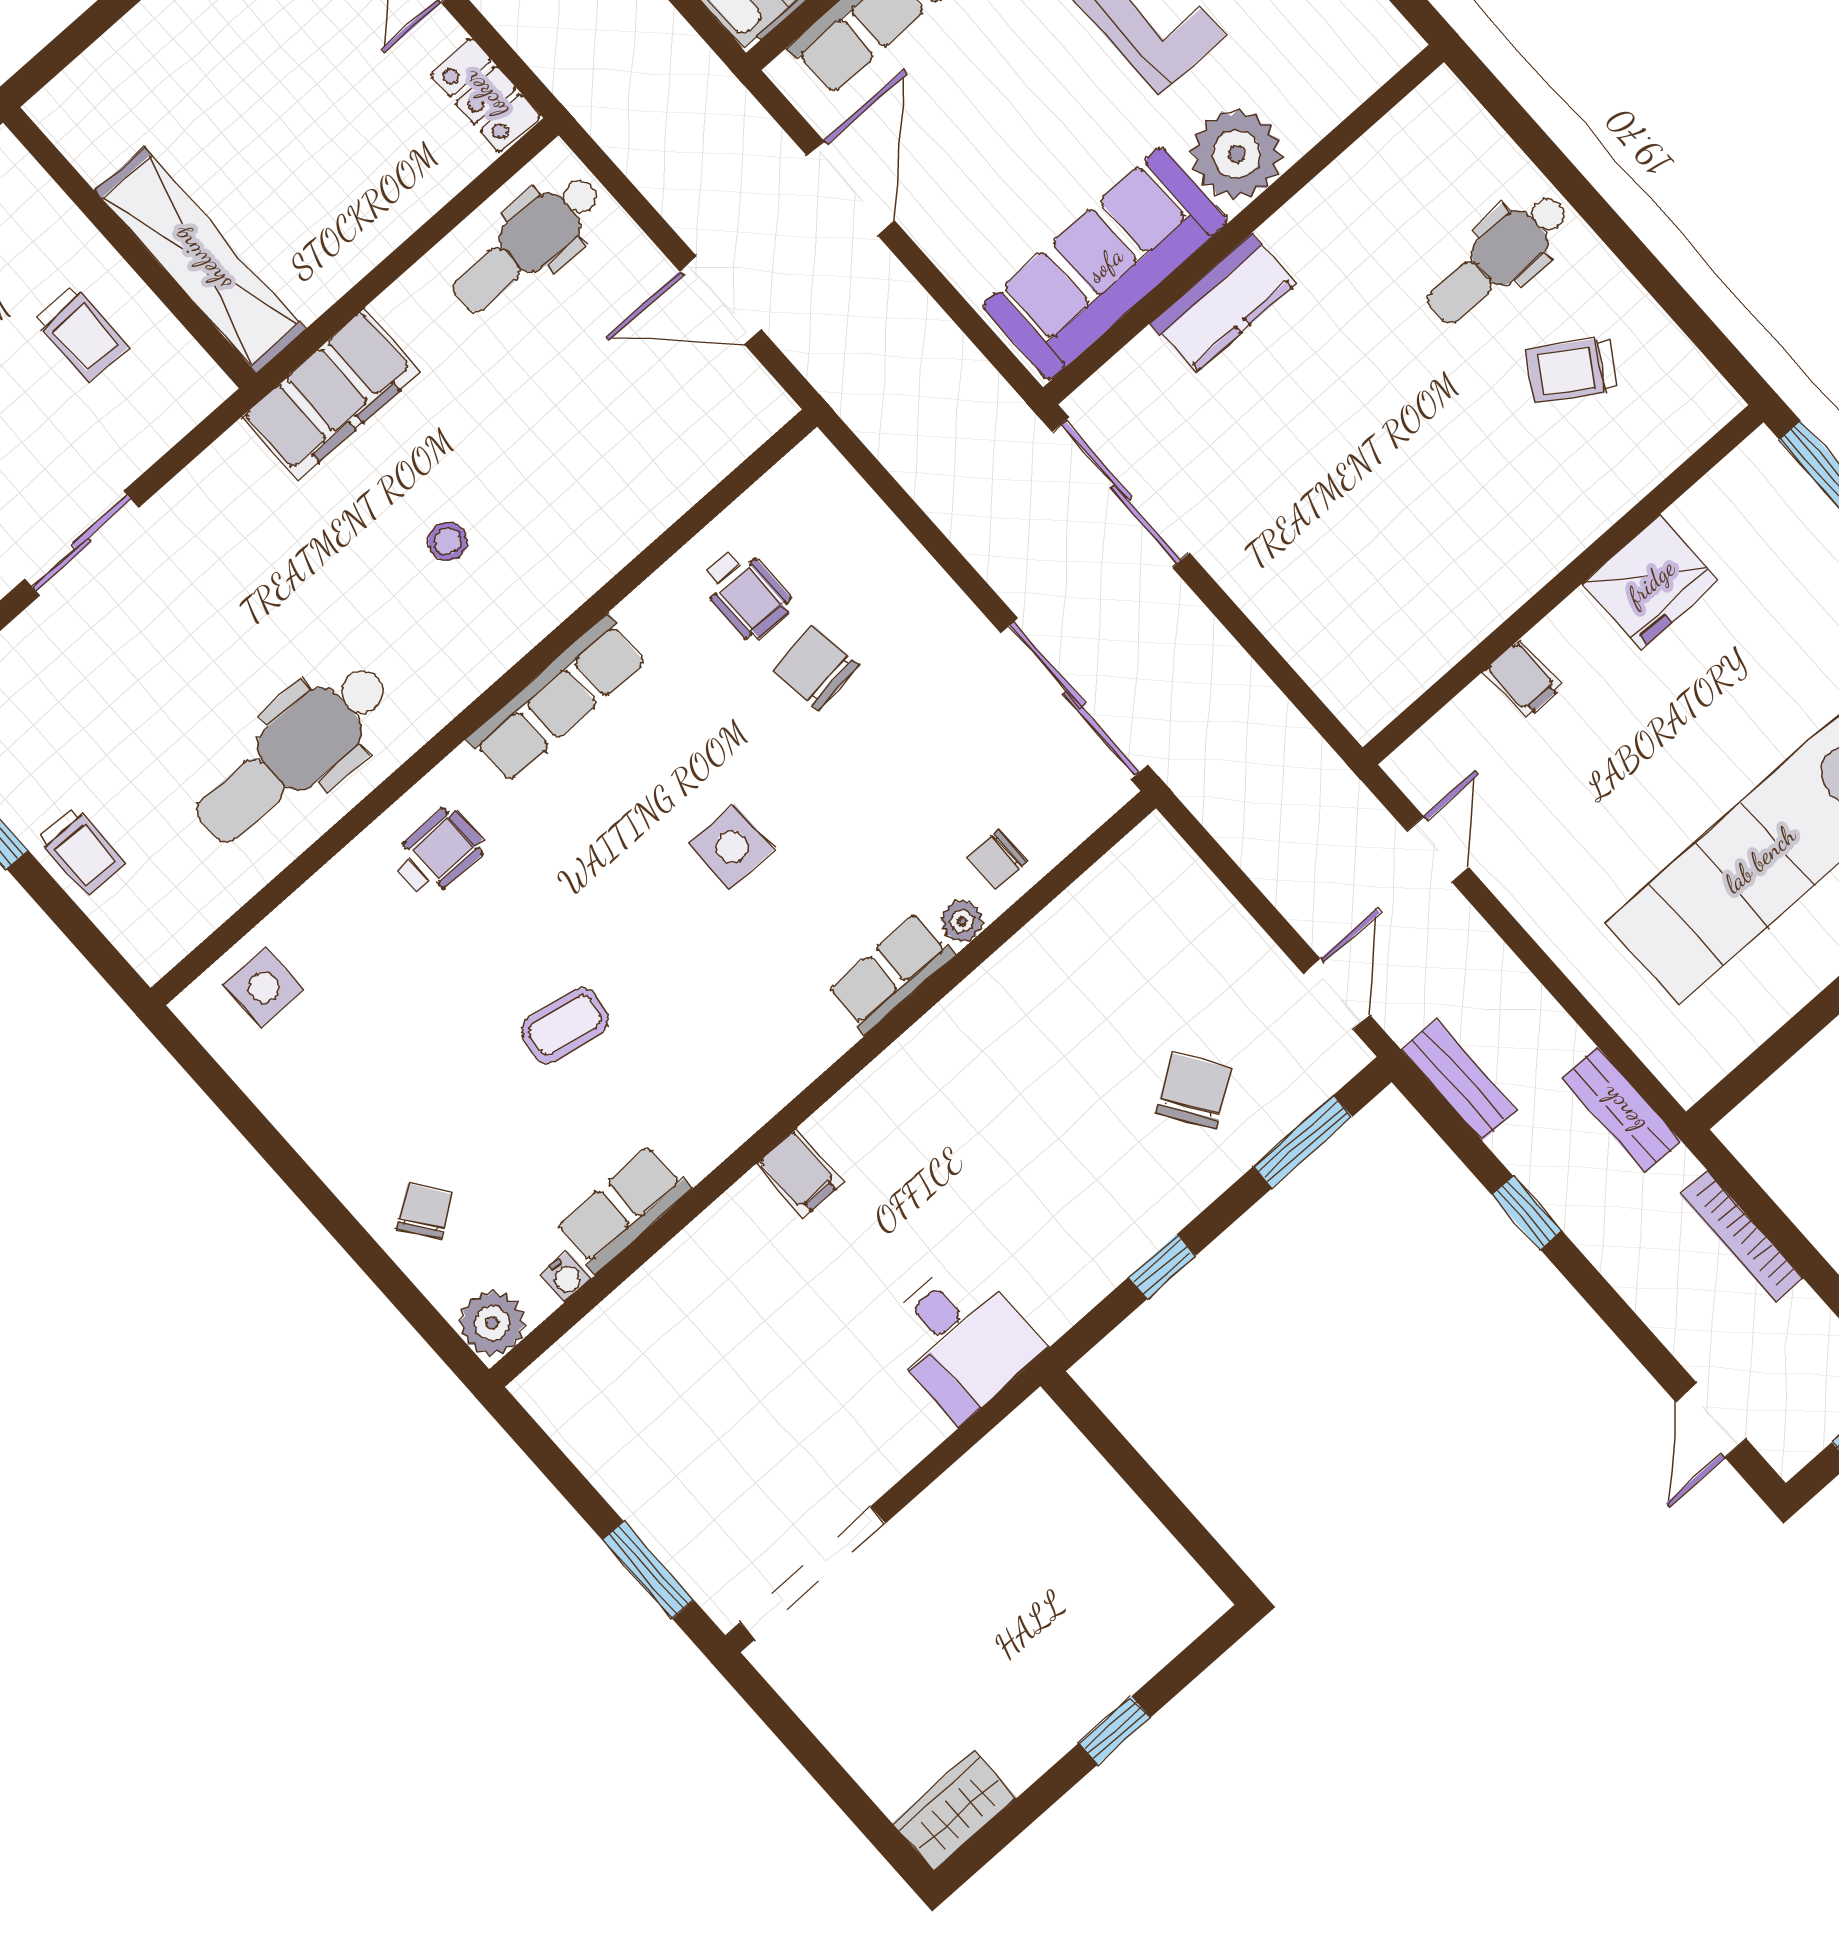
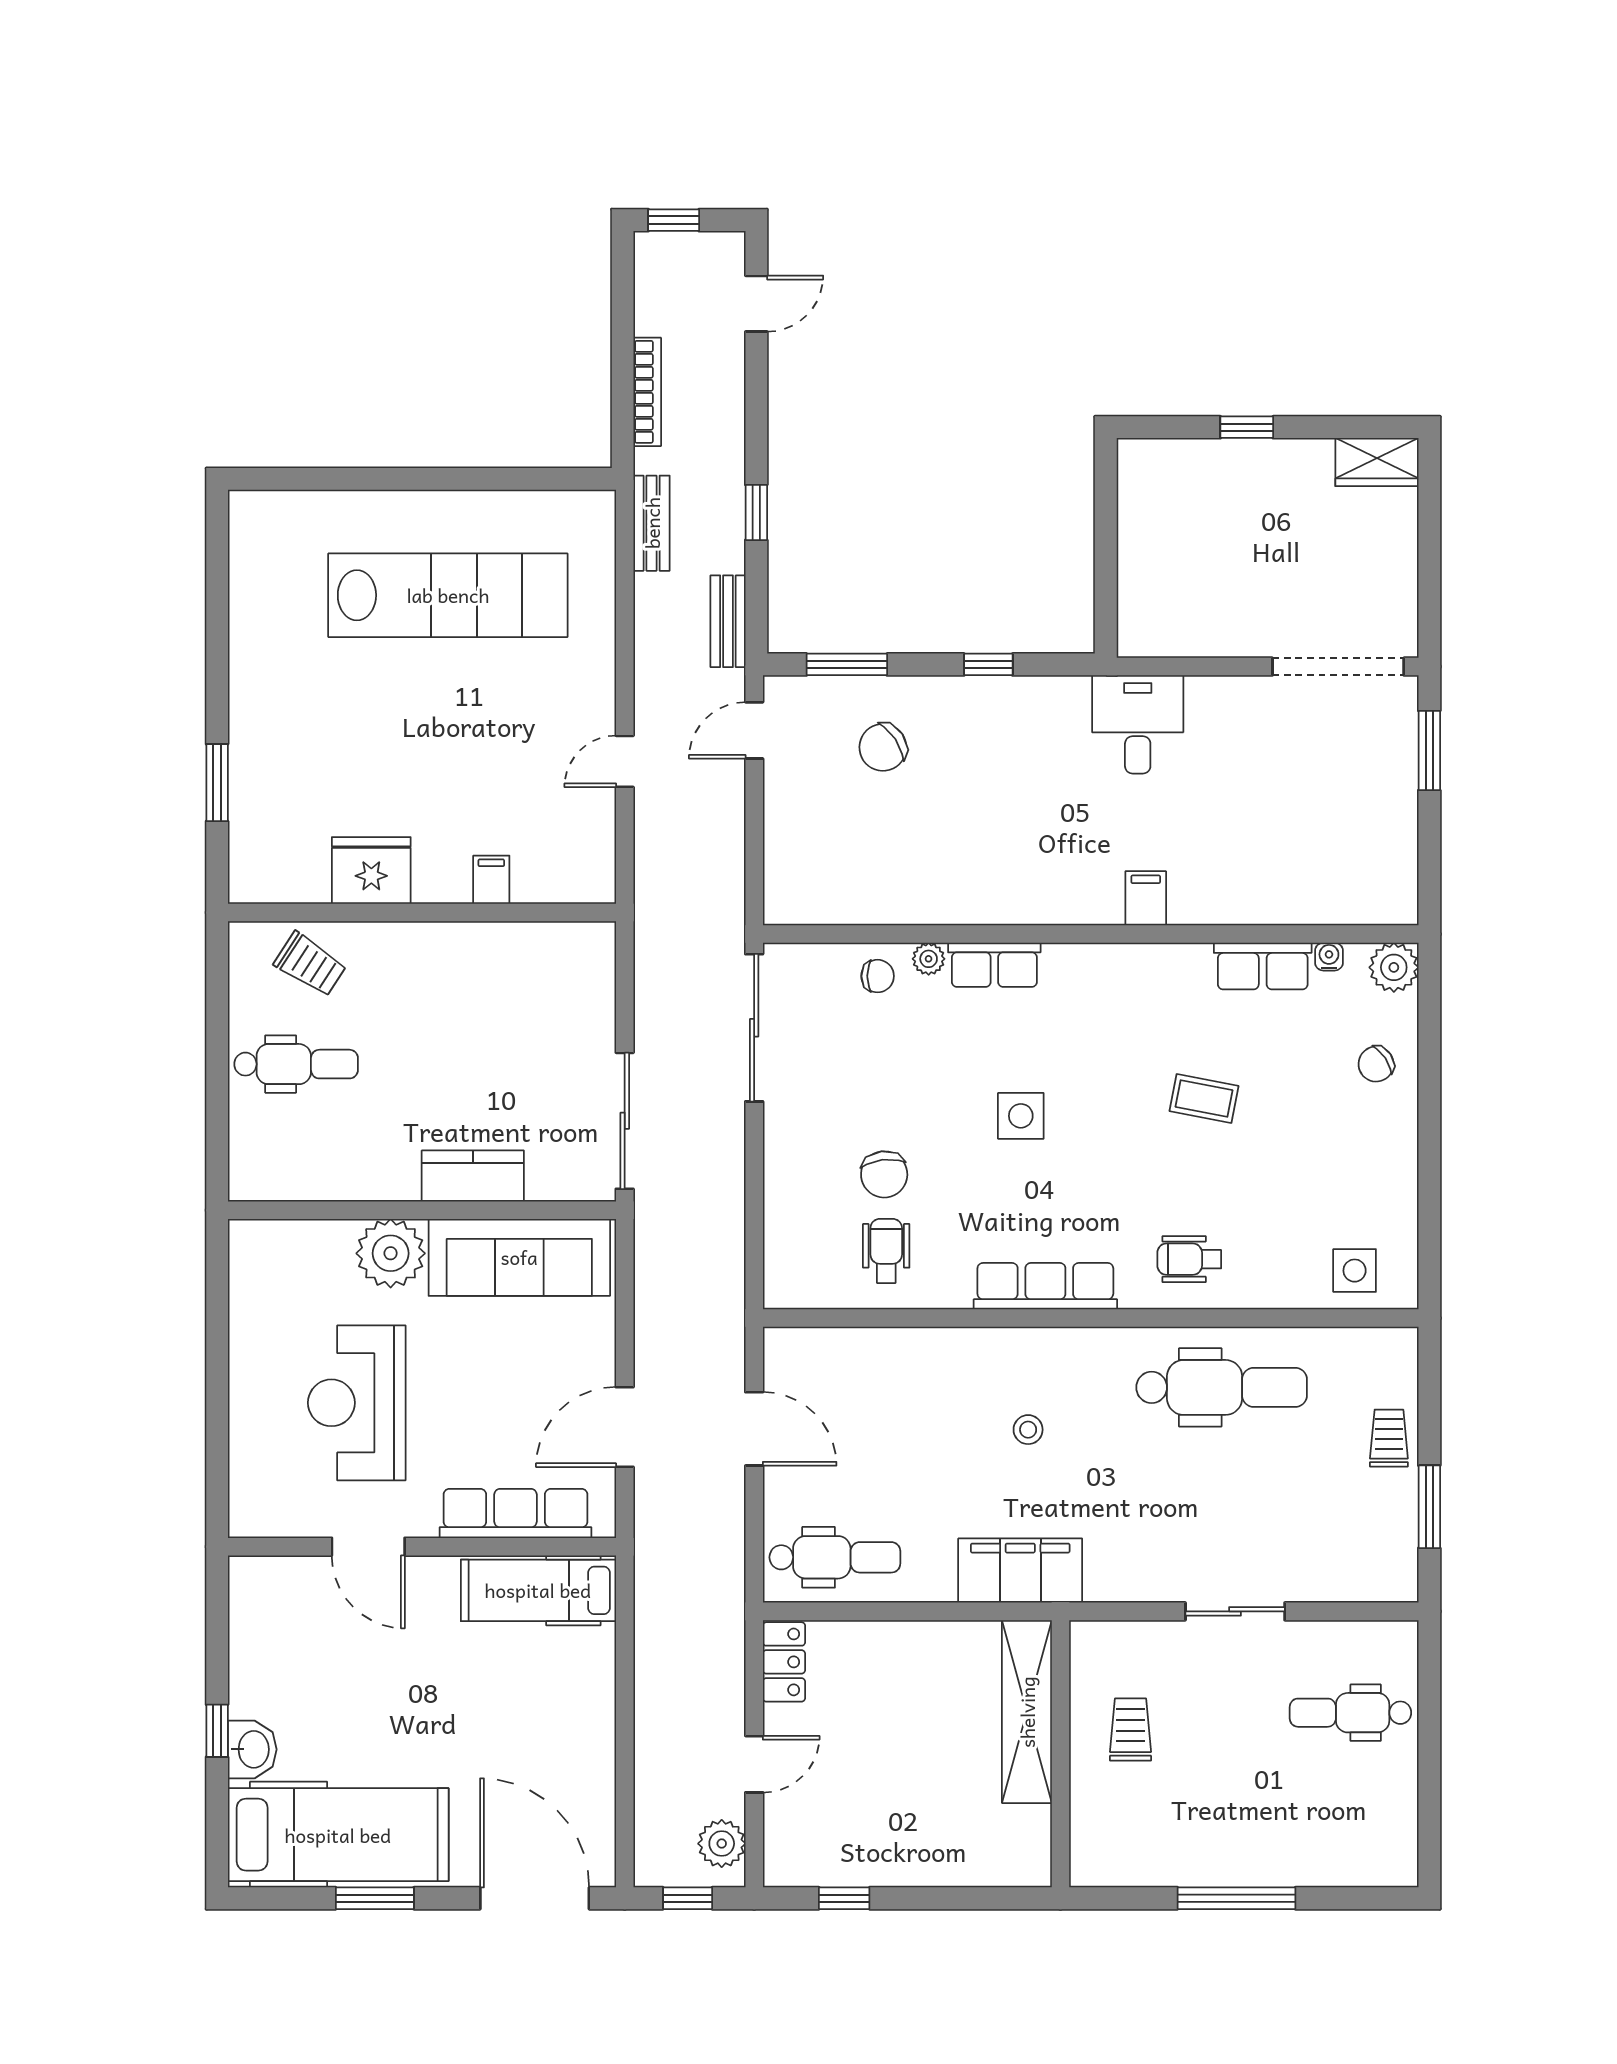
fridge: (1651, 582) -> (371, 870), moved
wall: (1563, 585) -> (422, 912), moved
filing cabinet: (1523, 678) -> (491, 880), moved

